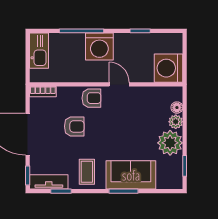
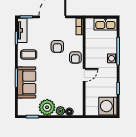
washing machine: (99, 46) -> (112, 58), width x0.53, depth x0.53
washing machine: (169, 68) -> (108, 106), moved, turned -90

